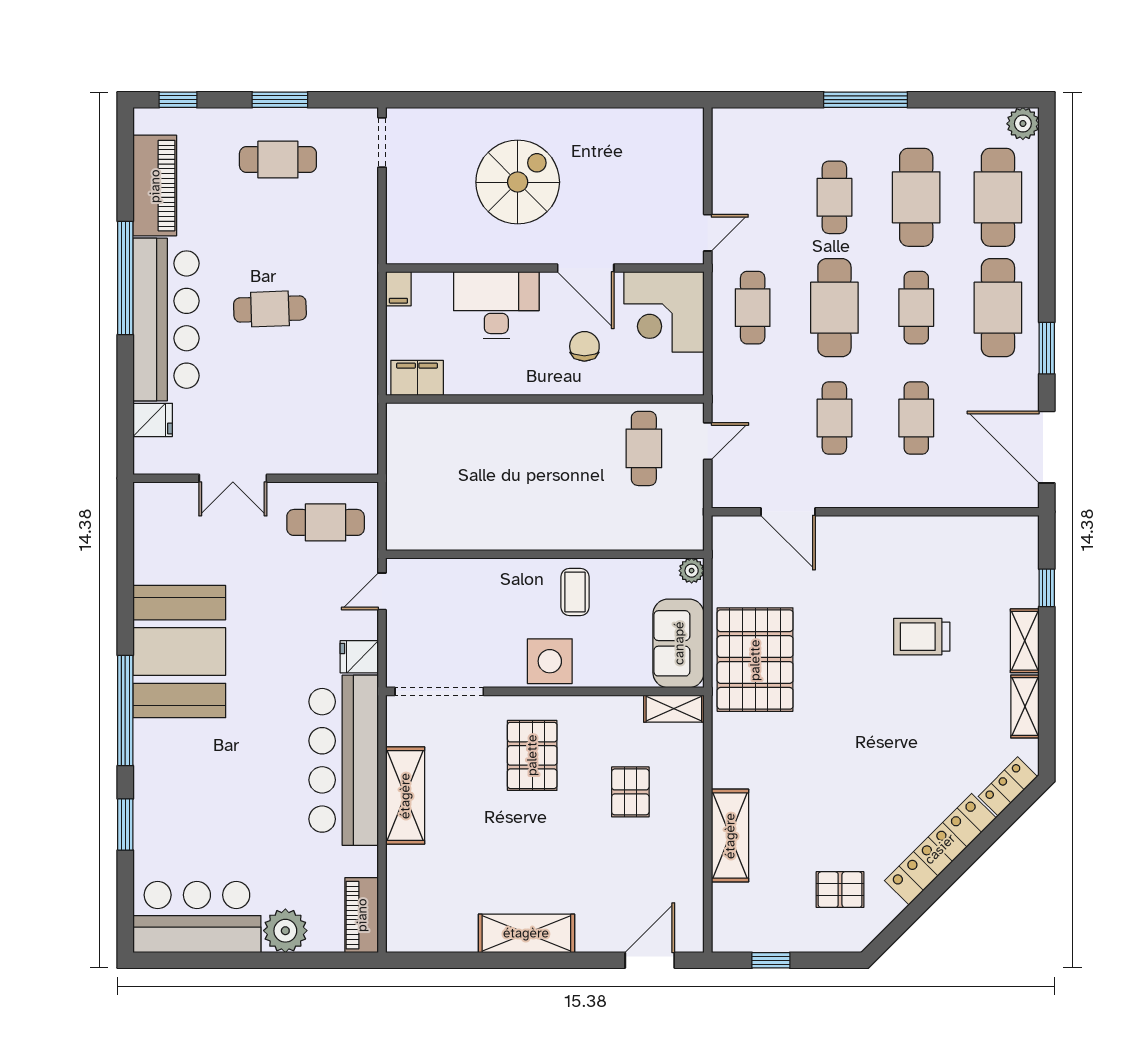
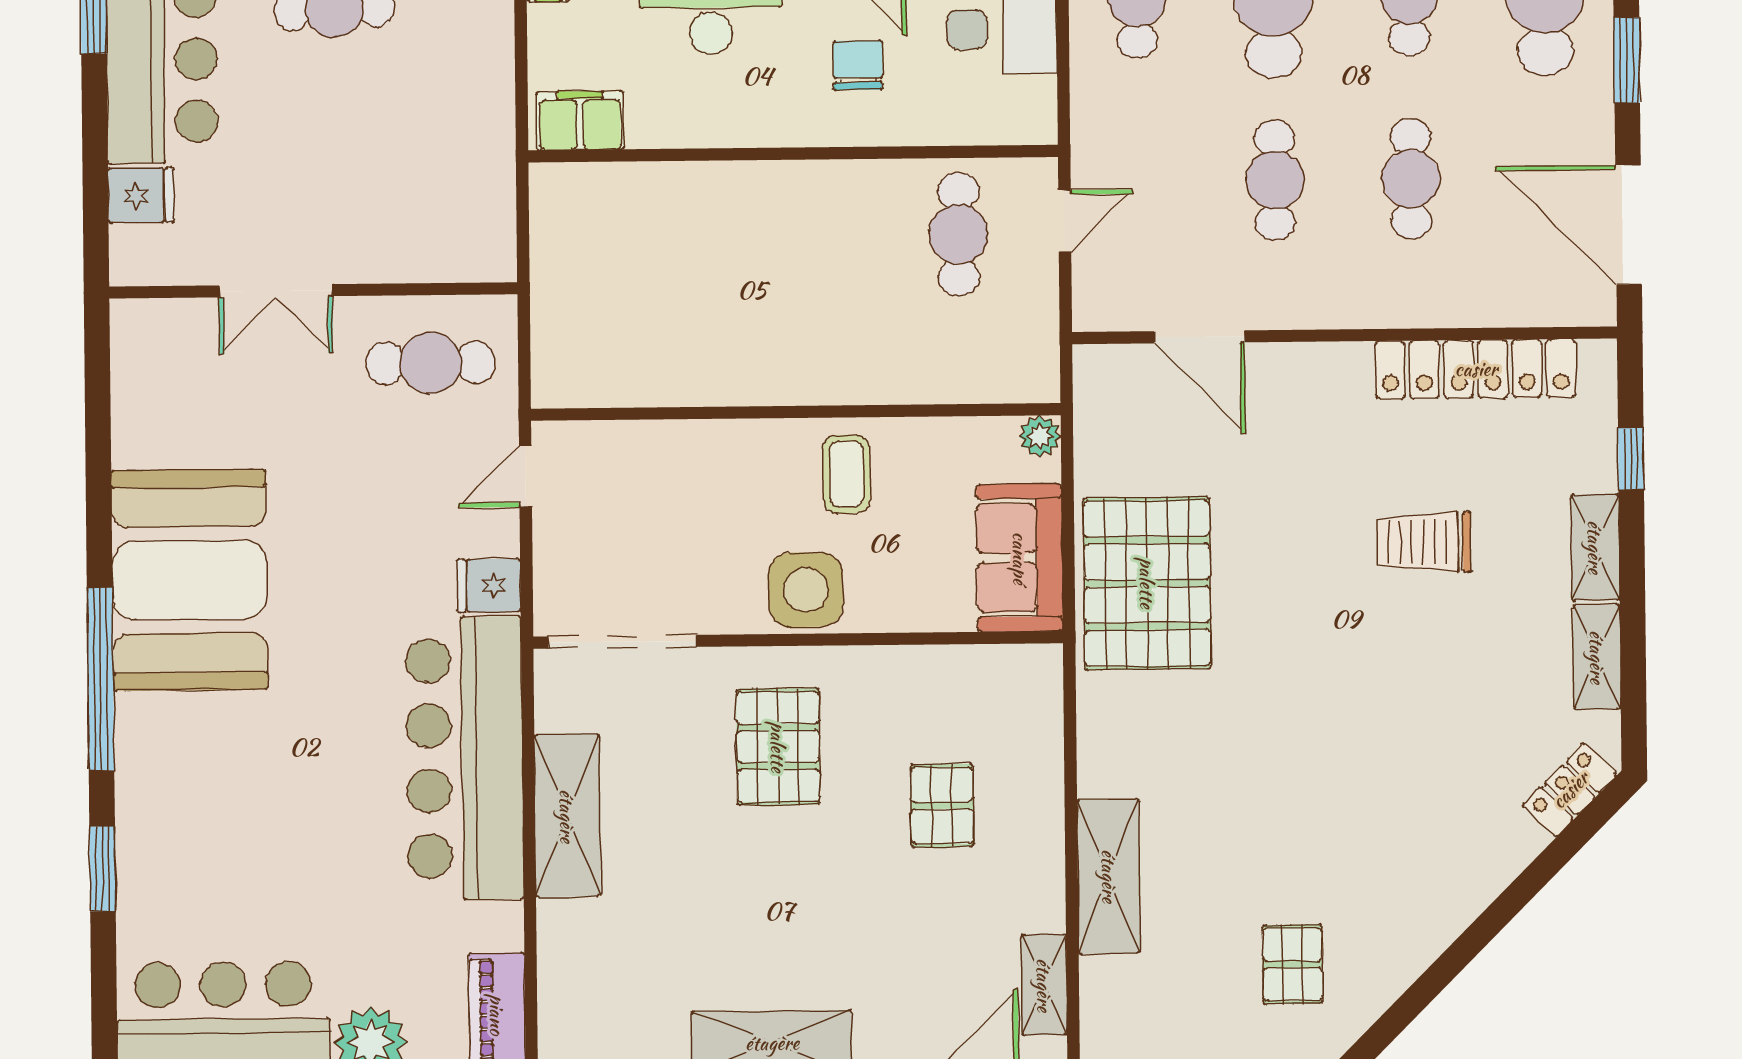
shelving: (674, 709) -> (1044, 985), moved, turned 90
locker: (940, 849) -> (1476, 369), moved, turned -135
pallet: (840, 890) -> (1293, 964), turned 90

